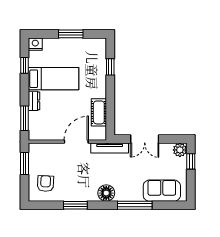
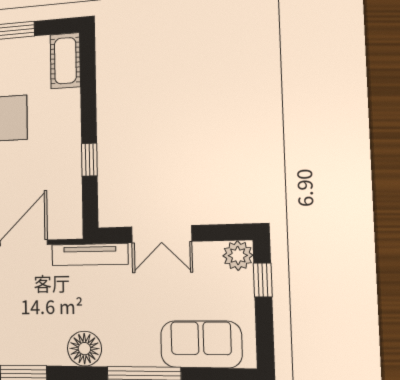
window: (110, 67) -> (89, 160), moved
cot: (99, 112) -> (65, 61), moved

